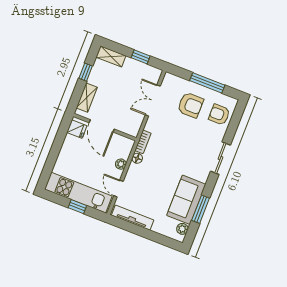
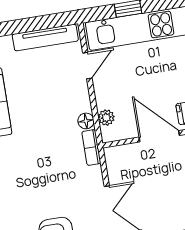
plant: (121, 164) -> (106, 118), moved
door: (118, 188) -> (87, 66), hinge flipped

